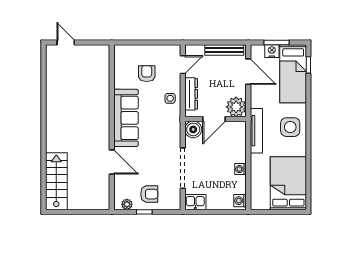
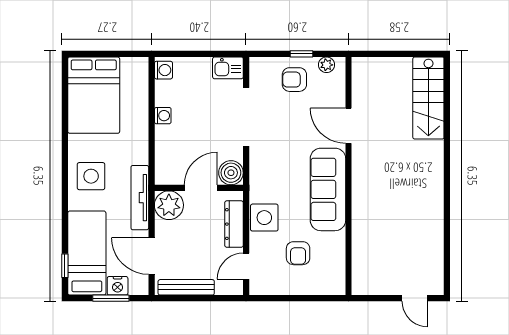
side table: (170, 98) -> (264, 218), width x1.87, depth x1.87
tv unit: (256, 131) -> (140, 198), moved

